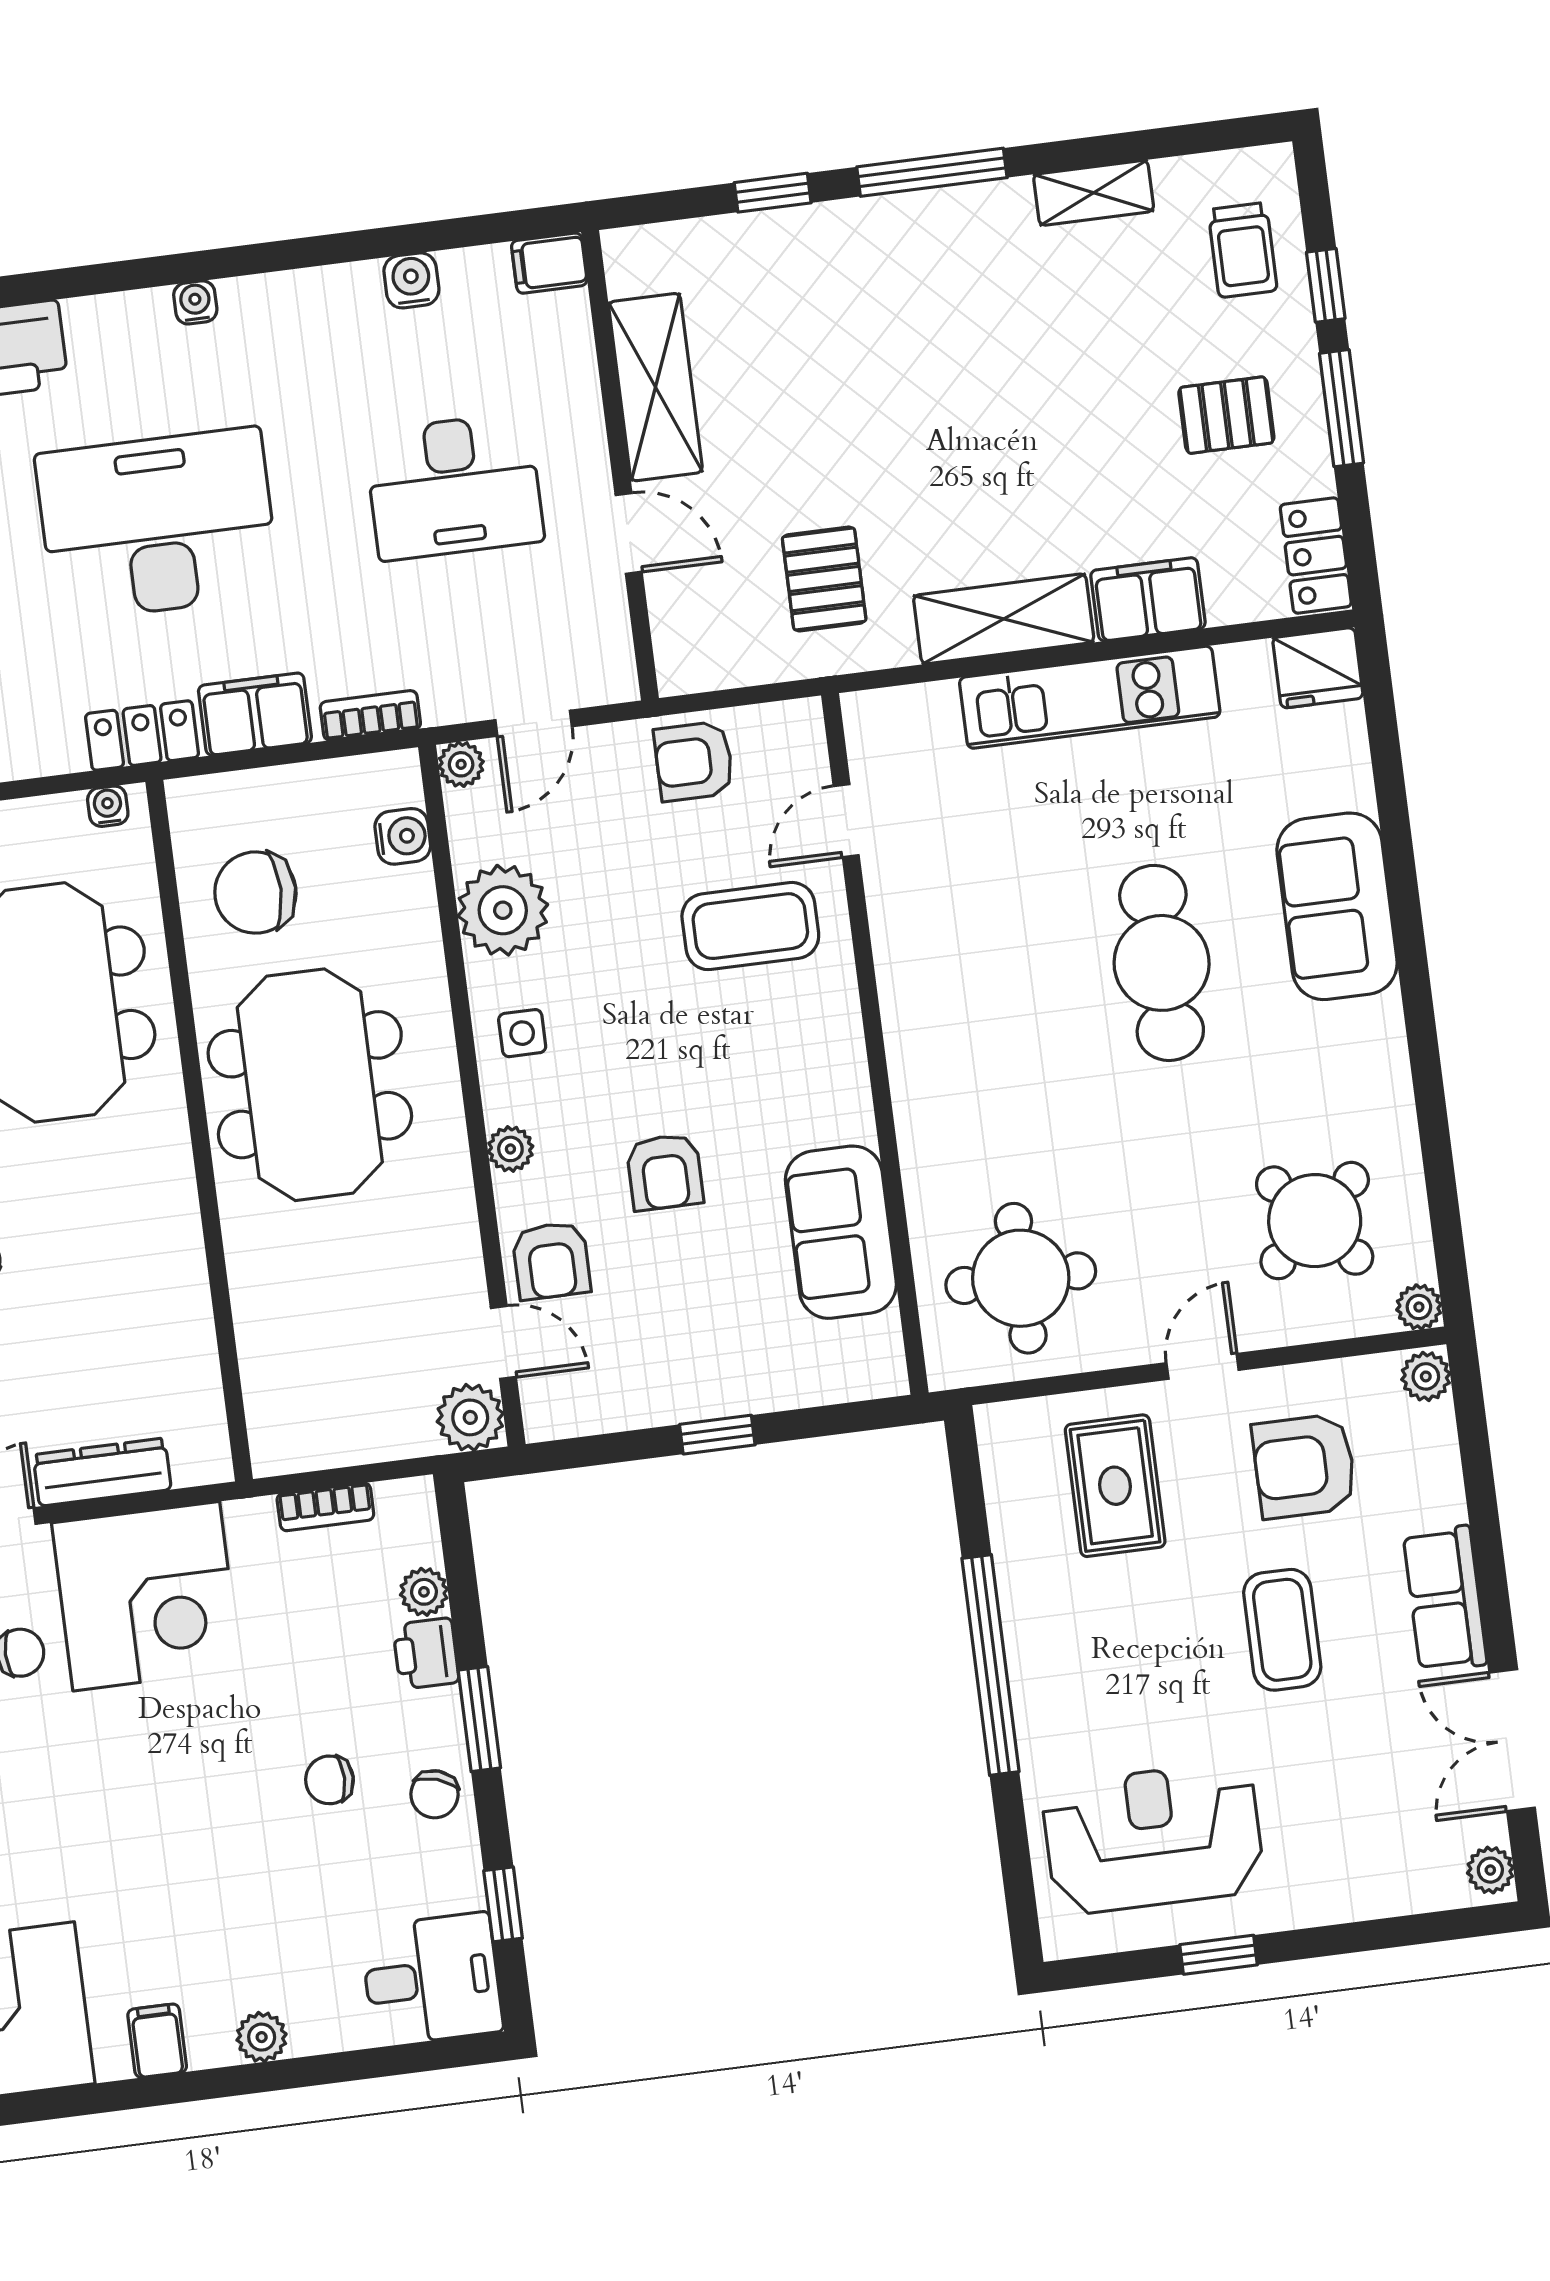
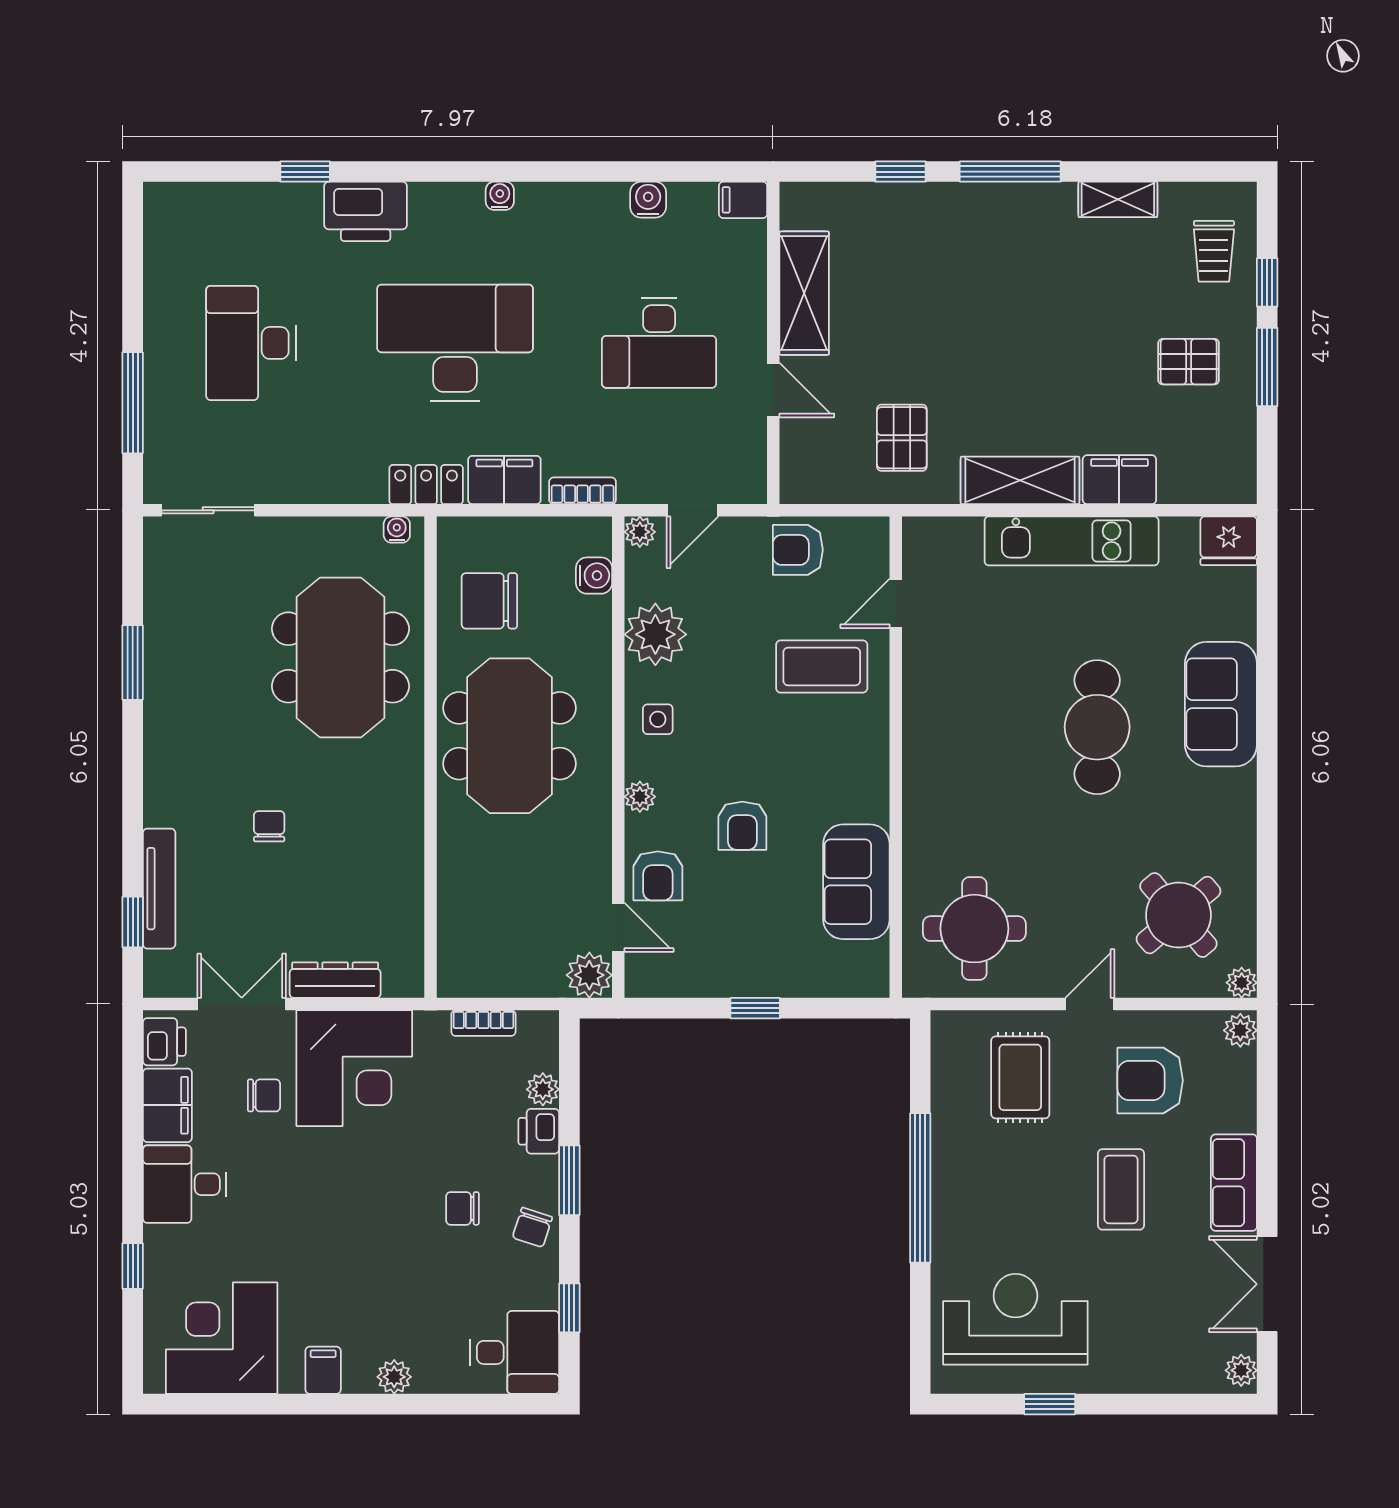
locker: (1316, 556) -> (1237, 465), removed

